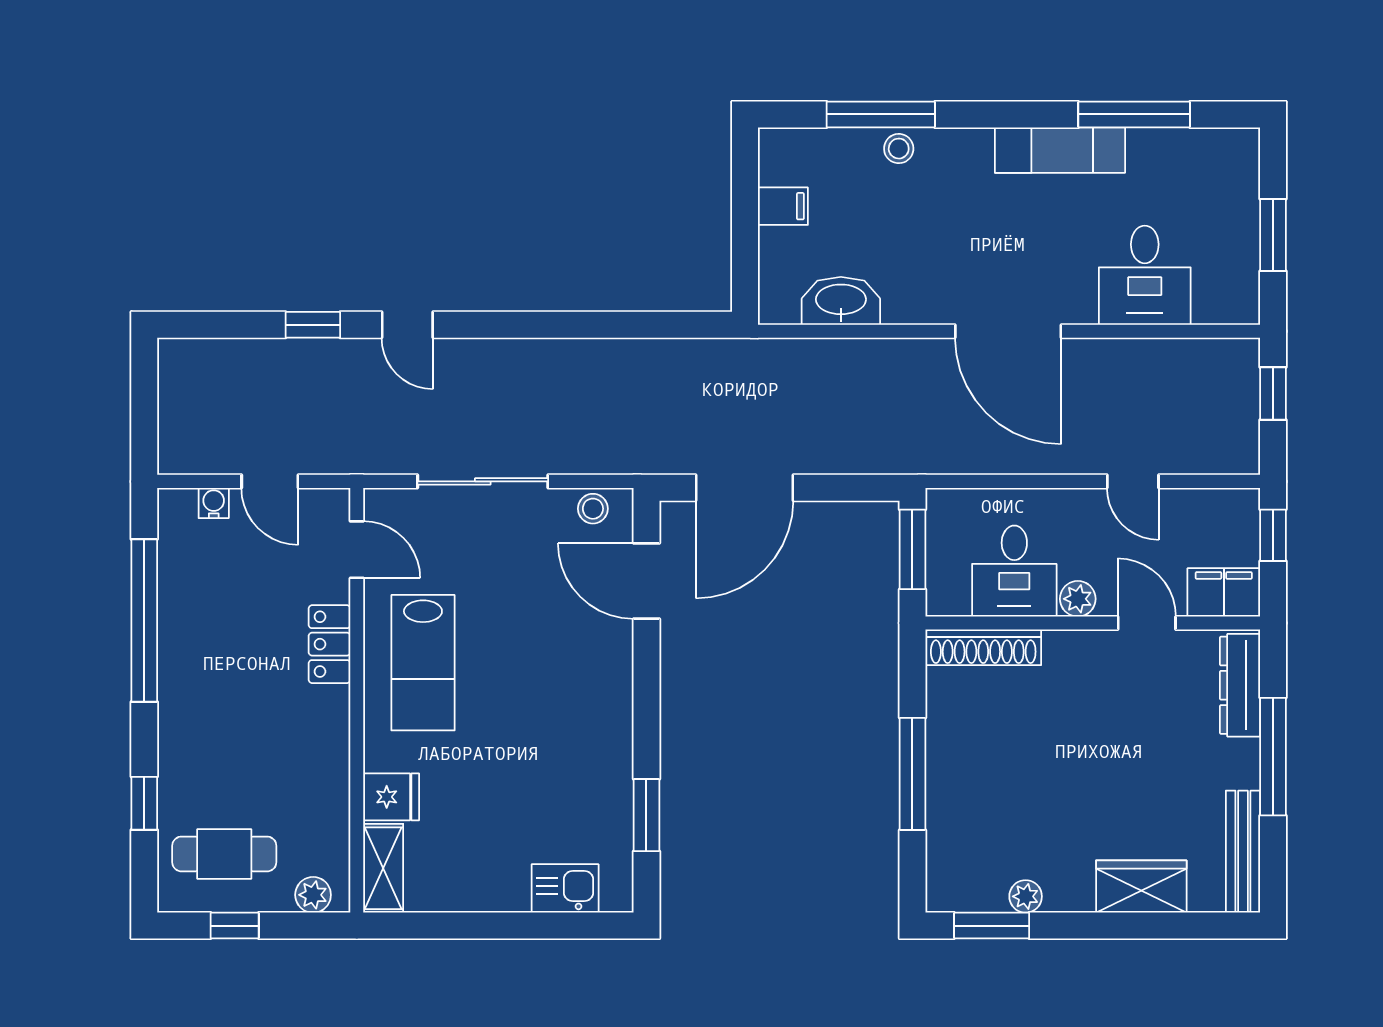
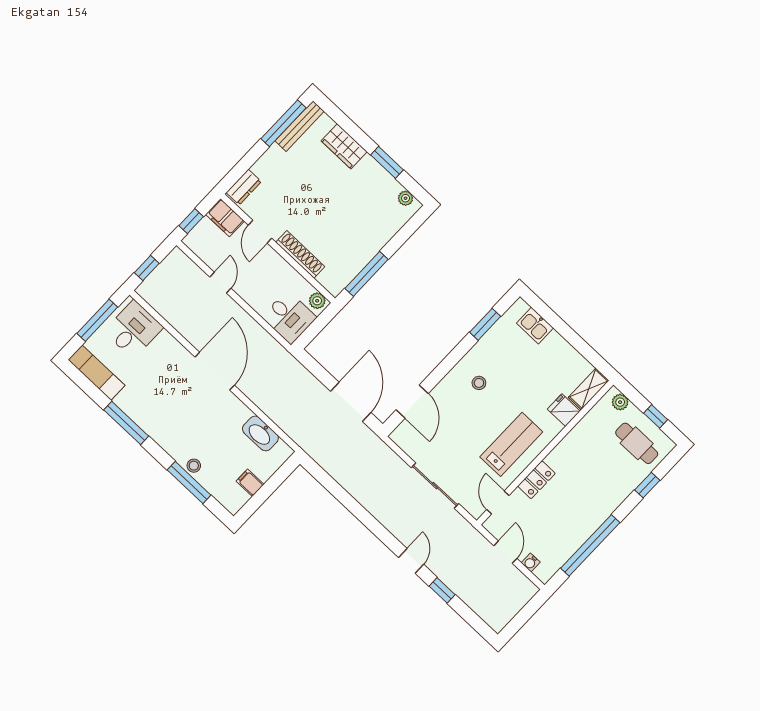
window: (1134, 114) -> (126, 423), moved
exam couch: (1060, 150) -> (96, 373), moved
window: (1273, 235) -> (97, 320), width x1.44
desk: (1145, 275) -> (133, 329), moved
door: (744, 488) -> (351, 402), hinge flipped
stool: (593, 509) -> (479, 383), moved
window: (912, 549) -> (314, 329), removed
desk: (1014, 571) -> (289, 317), moved, turned 90
plant: (1078, 599) -> (317, 301), moved
shoe rack: (983, 647) -> (300, 254), moved
dresser: (1240, 685) -> (244, 187), width x0.70
window: (1273, 757) -> (284, 123), moved
window: (912, 774) -> (367, 274), moved
plant: (1026, 896) -> (406, 198), moved
window: (992, 926) -> (387, 162), moved

